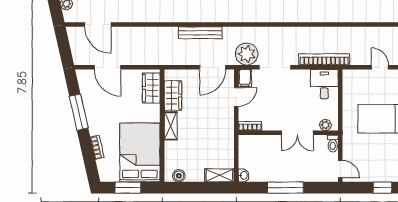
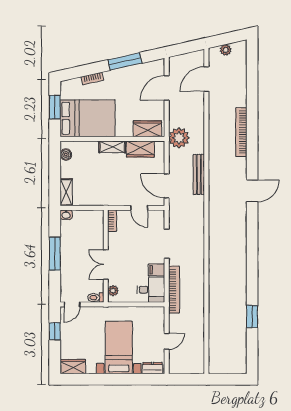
plant: (247, 54) -> (179, 138), moved
filing cabinet: (245, 78) -> (157, 270), moved
window: (382, 188) -> (55, 331), moved

